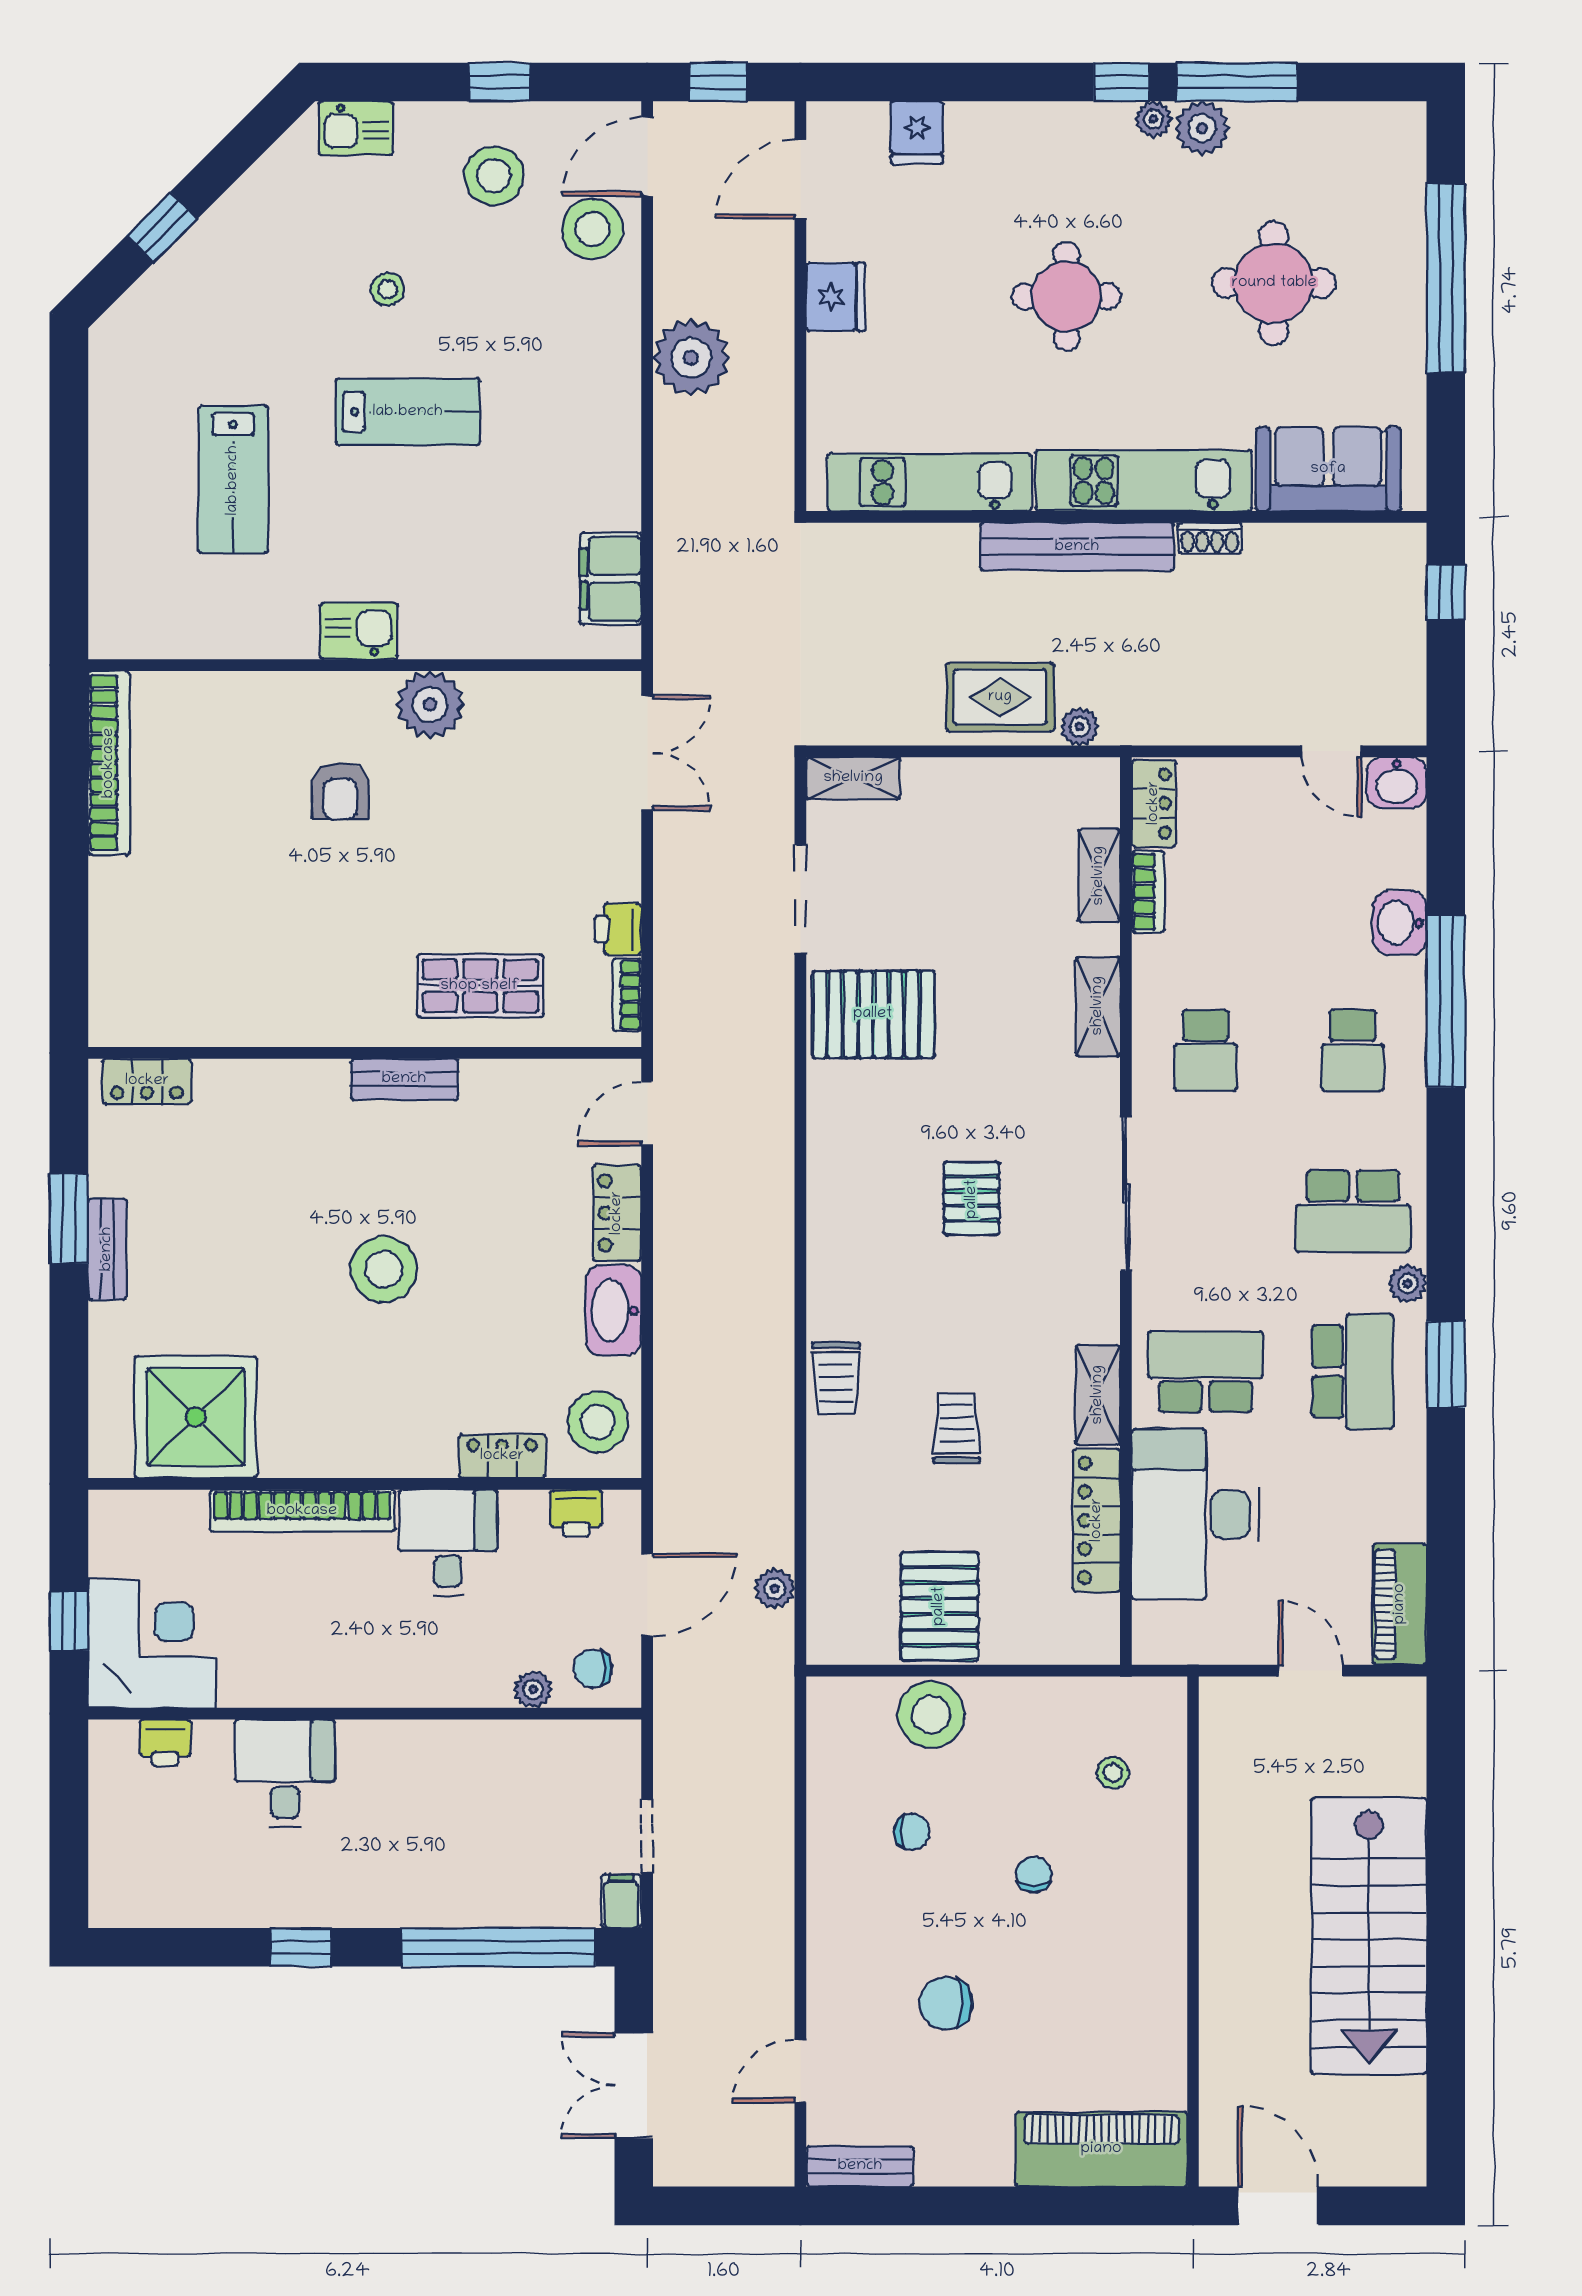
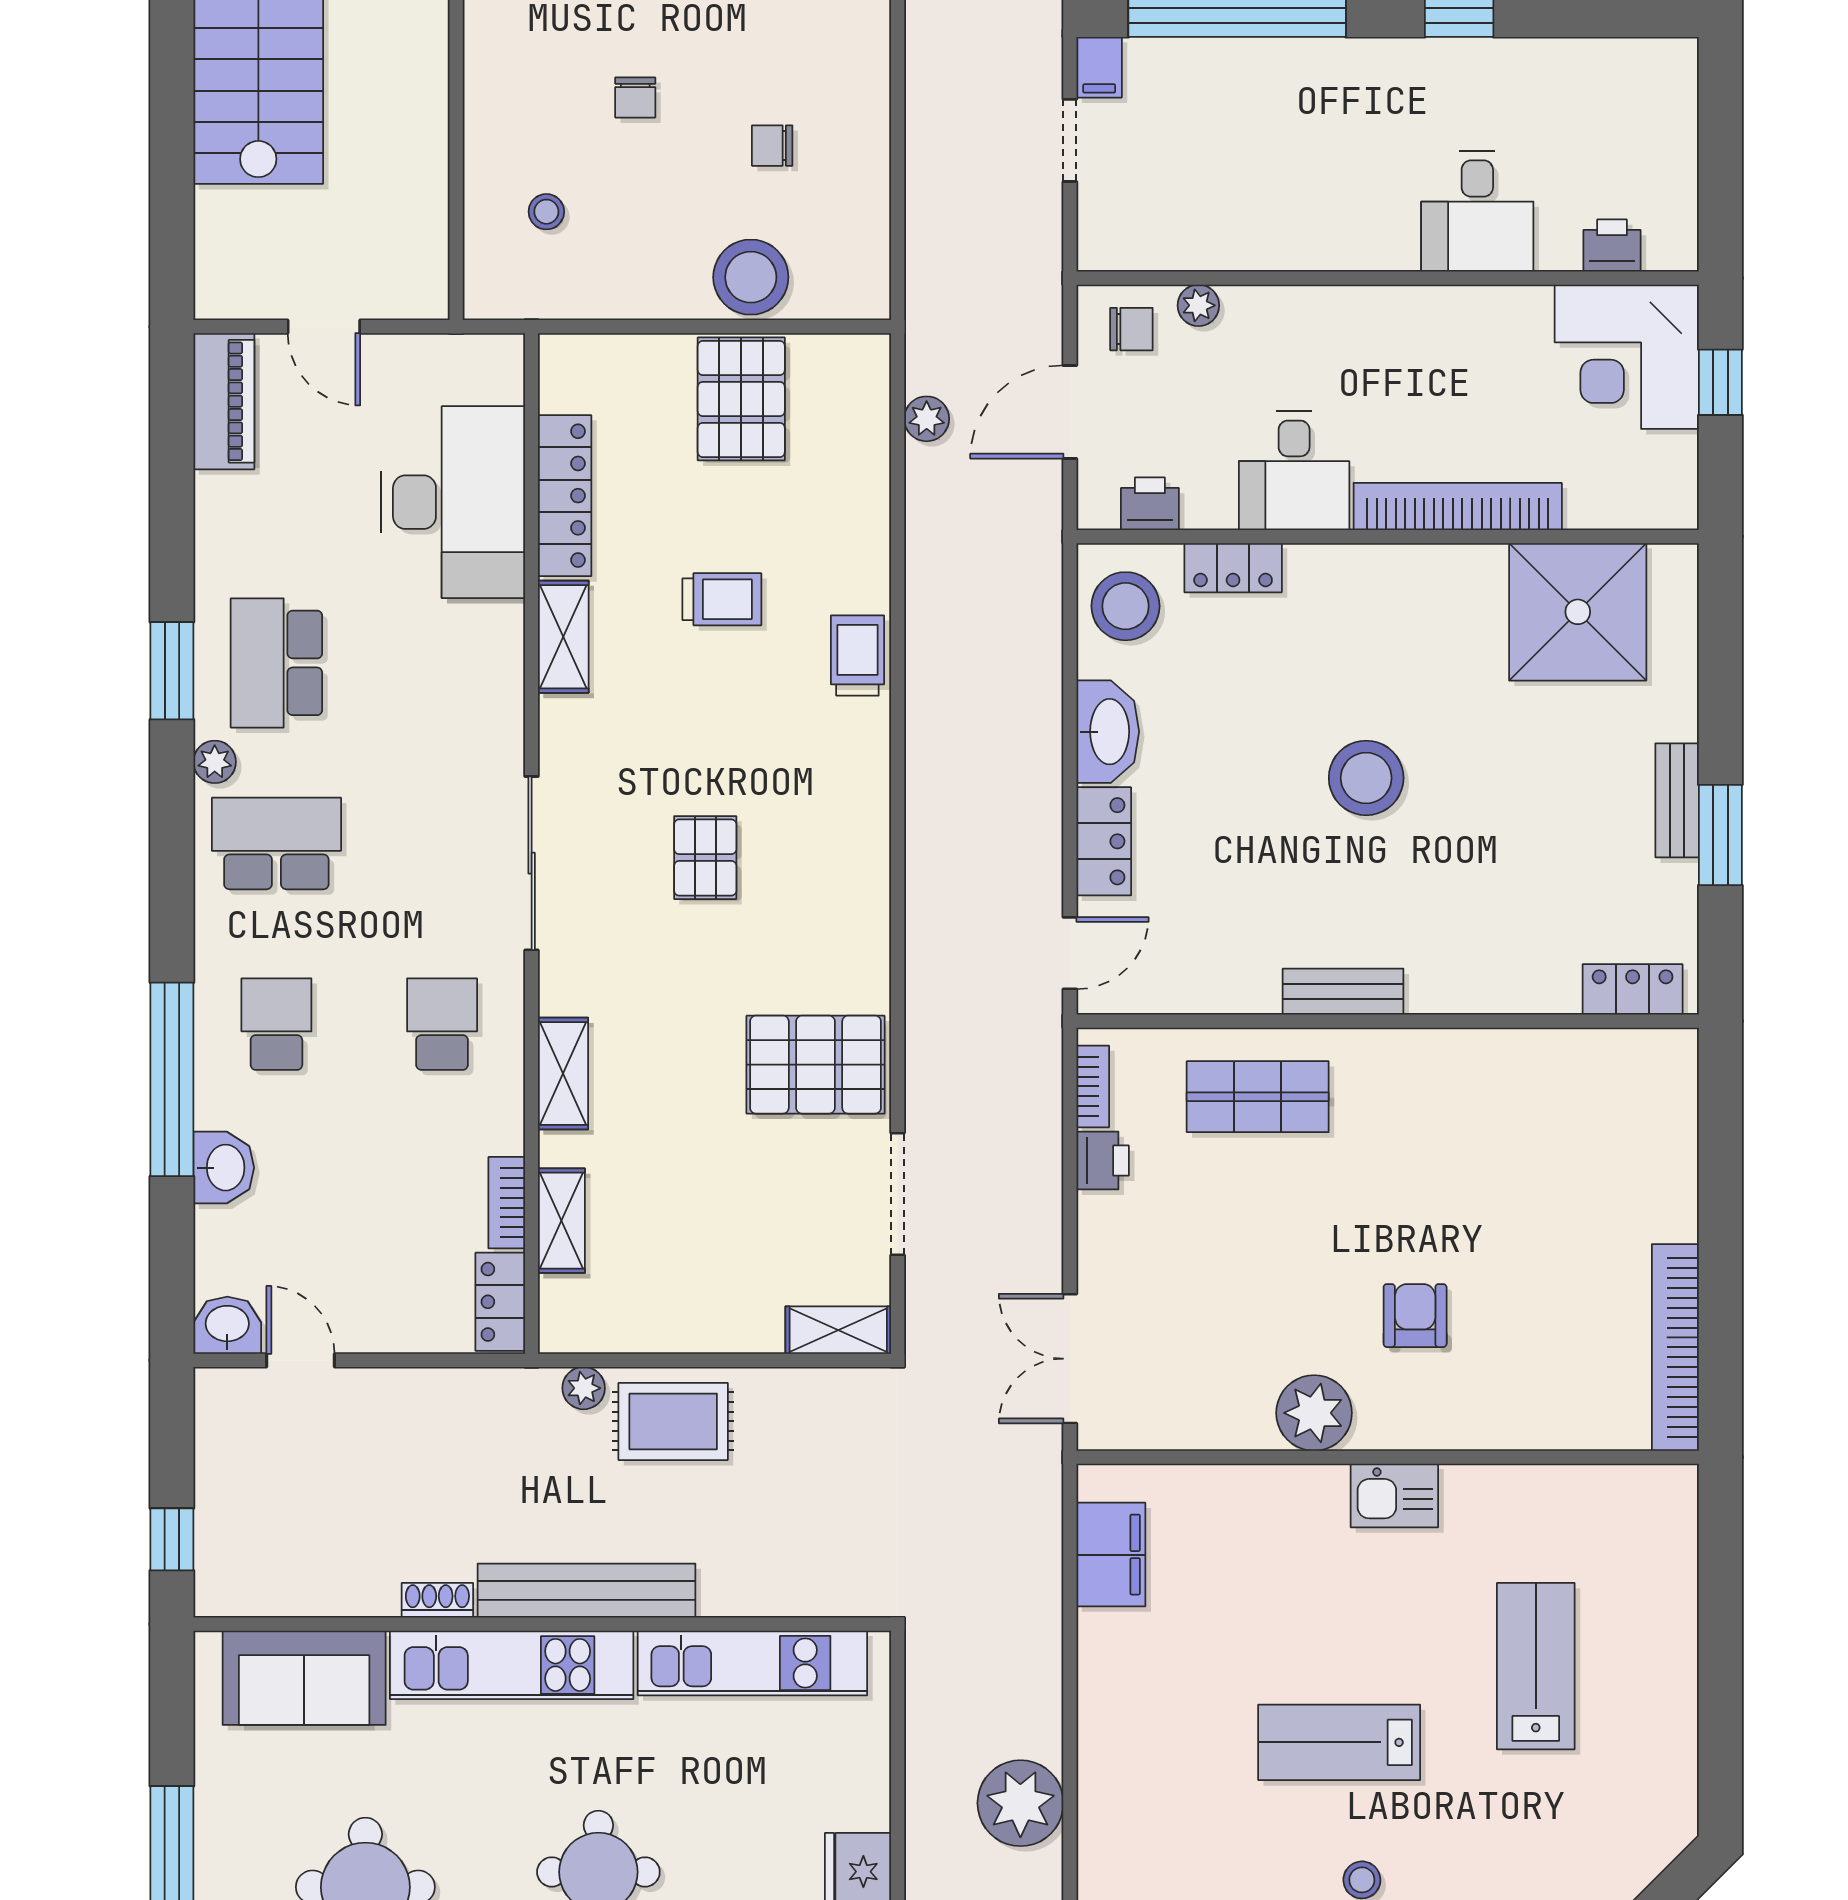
school desk: (1206, 1372) -> (442, 663), removed
trolley: (957, 1428) -> (722, 599), turned -90

